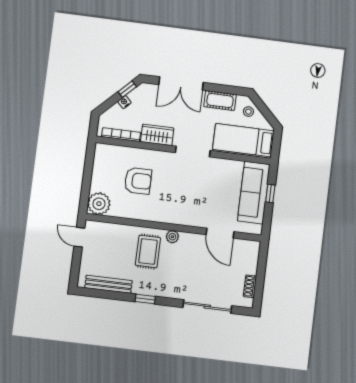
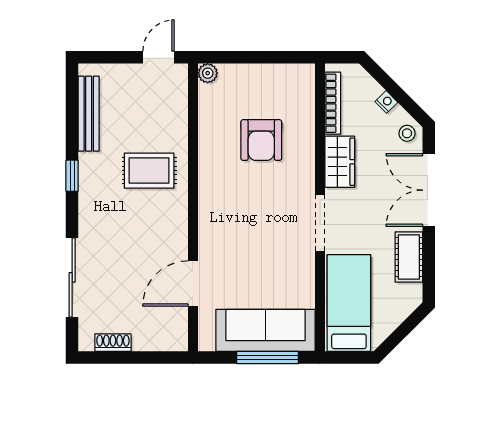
window: (127, 89) -> (408, 104), removed
stool: (248, 112) -> (407, 133), moved
window: (270, 193) -> (268, 358), width x2.17
plant: (99, 204) -> (208, 73), width x0.53, depth x0.53
plant: (172, 237) -> (178, 207), removed

